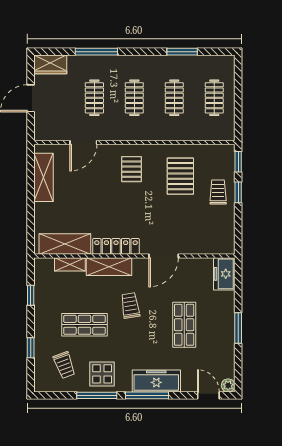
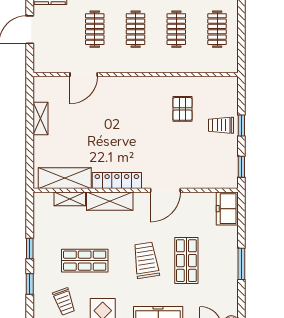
window: (238, 162) -> (241, 167), moved
pallet: (131, 169) -> (133, 102), removed
pallet: (180, 176) -> (182, 109), width x0.67, depth x0.71
shelving: (43, 177) -> (40, 118), width x0.67, depth x0.75
trolley: (218, 192) -> (221, 125), turned -90
window: (31, 295) -> (30, 248), moved
trolley: (130, 305) -> (146, 260), moved, width x1.36, depth x1.39

